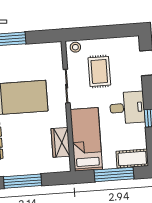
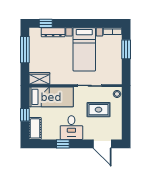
wardrobe: (60, 142) -> (39, 78), moved
window: (114, 174) -> (25, 115), width x0.46

